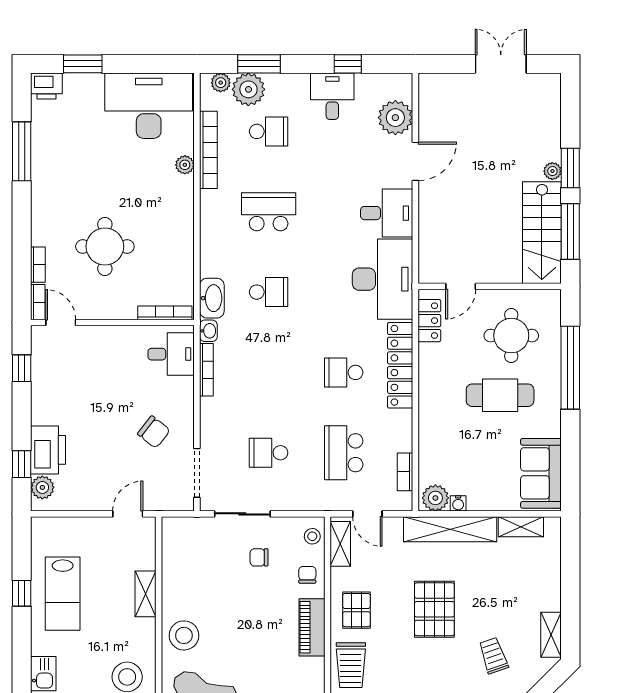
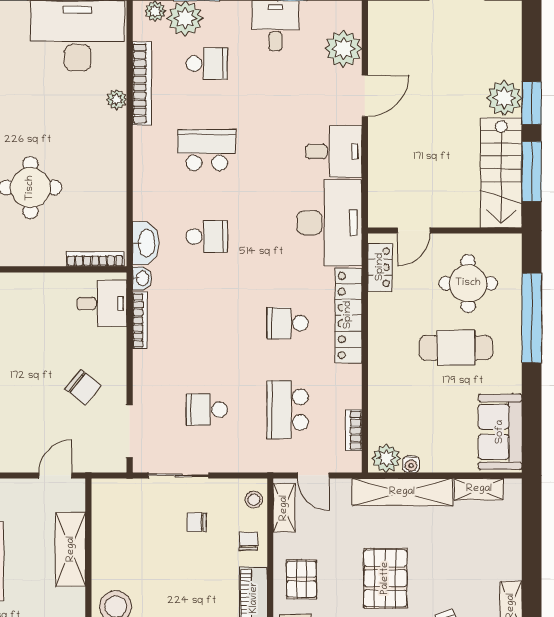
plant: (552, 171) -> (504, 98), width x1.88, depth x1.88
shelving: (146, 594) -> (71, 549), width x1.50, depth x1.33

